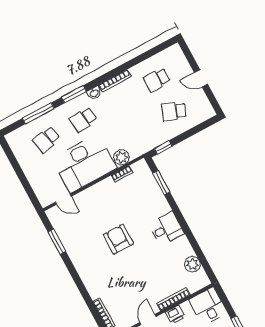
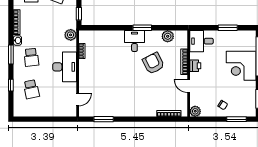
window: (38, 113) -> (11, 85), width x0.46
plant: (121, 157) -> (71, 35), moved
desk: (84, 163) -> (65, 67), width x0.73, depth x0.77
window: (161, 183) -> (142, 28), moved
armchair: (118, 239) -> (153, 63), moved, turned 63

